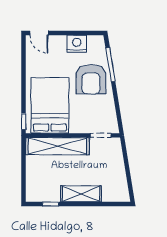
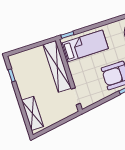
bed: (50, 105) -> (84, 46), width x0.67
shelving: (81, 194) -> (32, 113), moved

